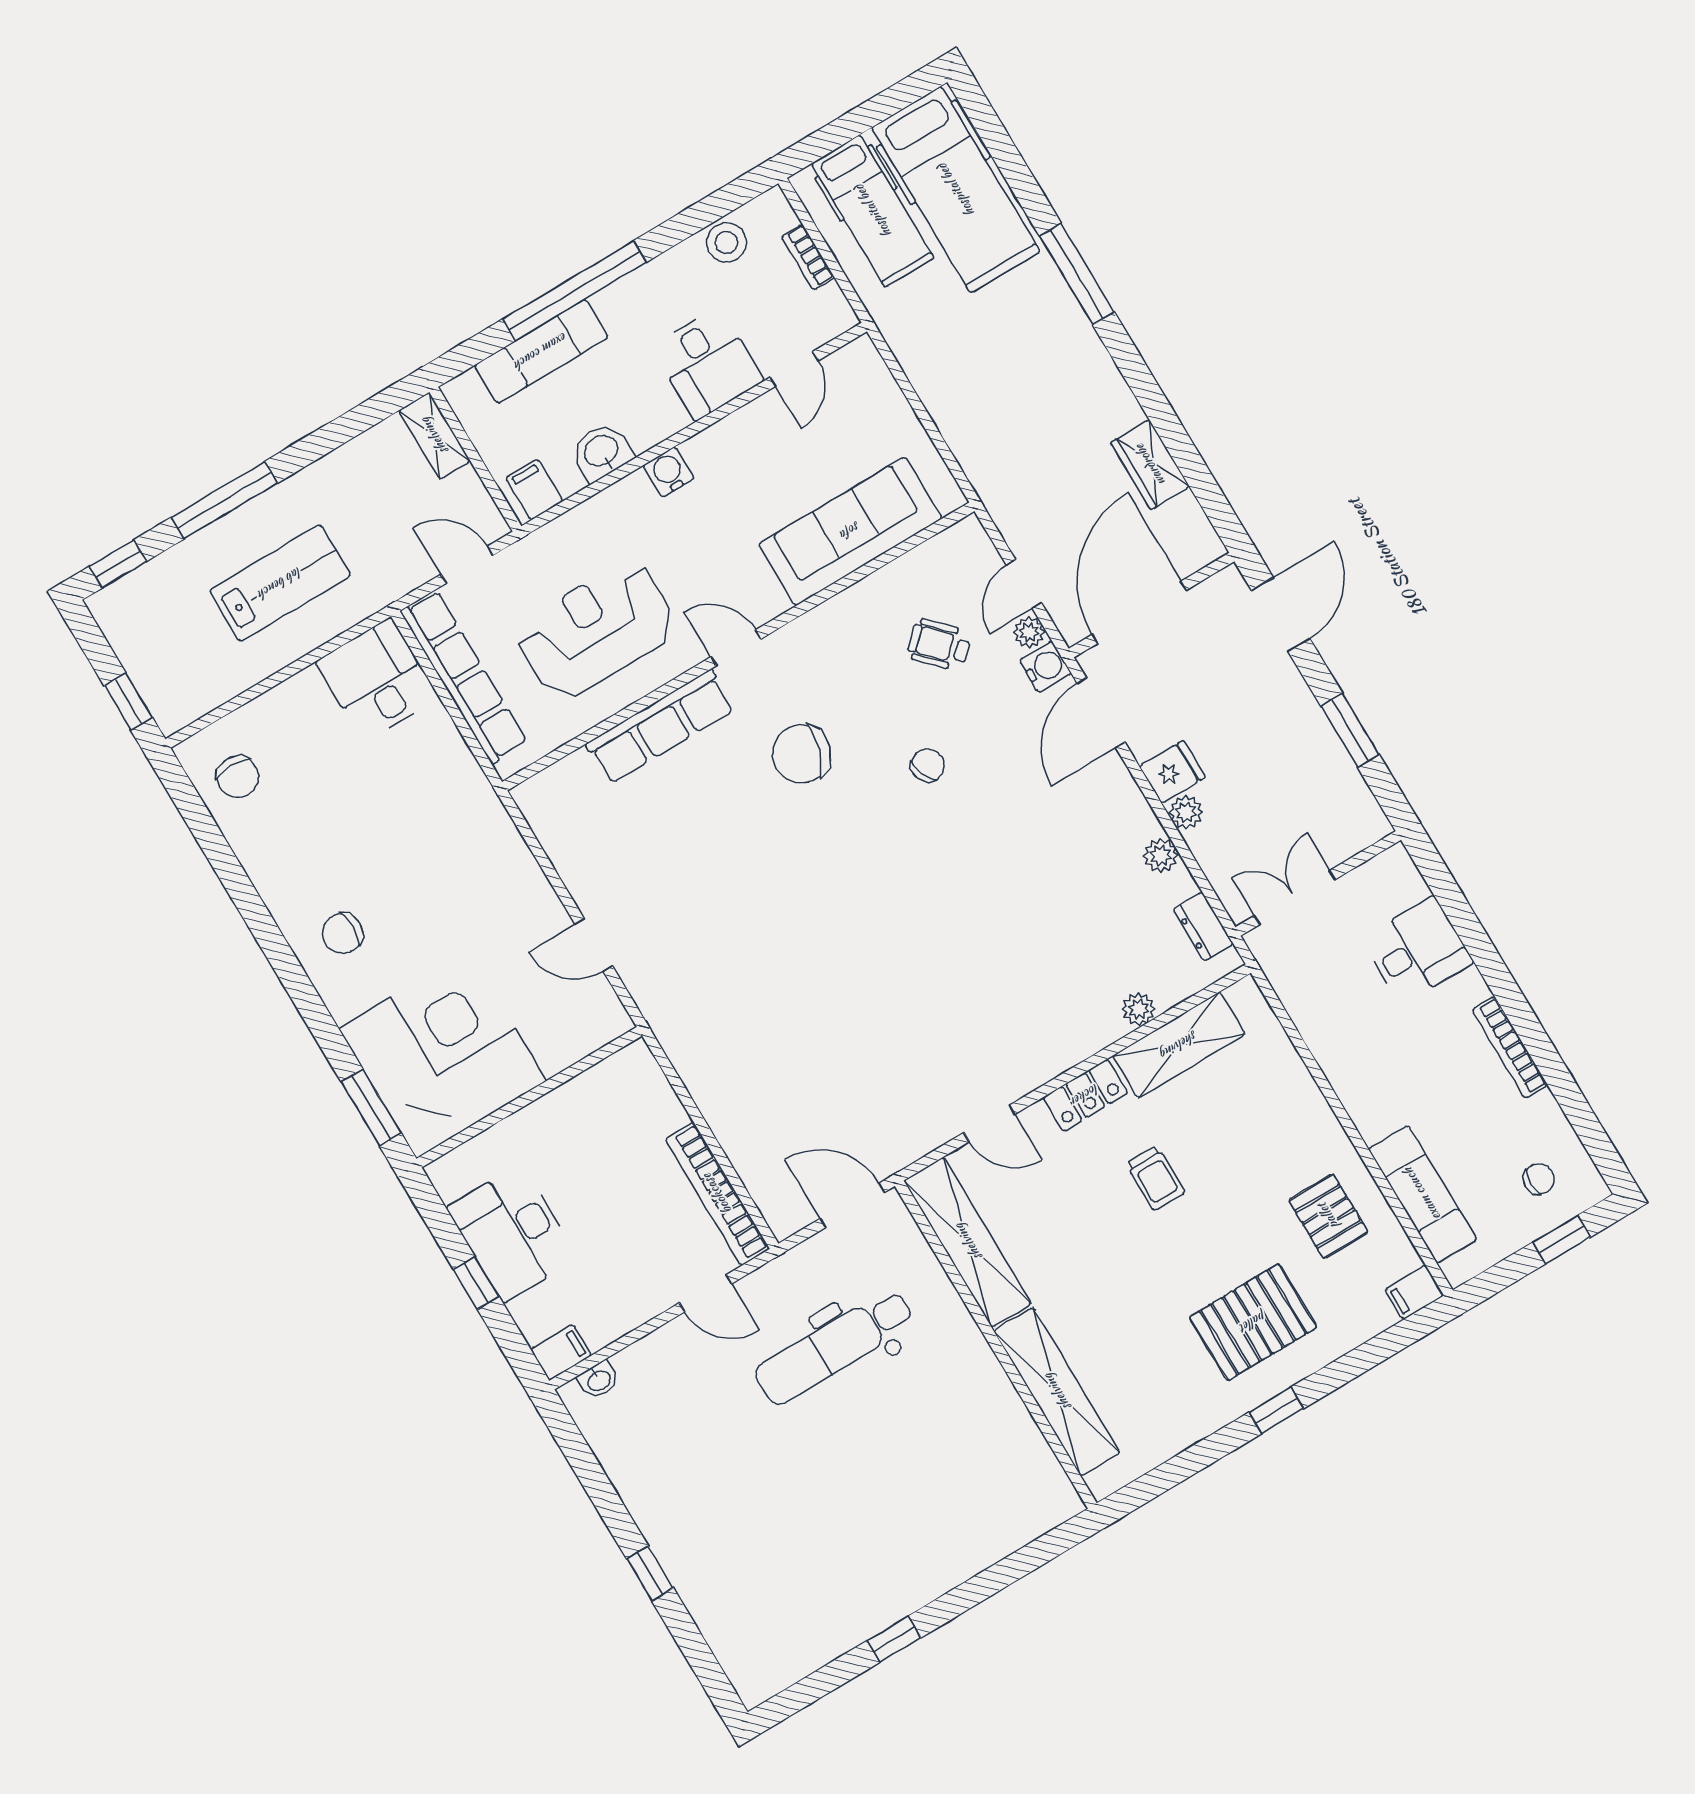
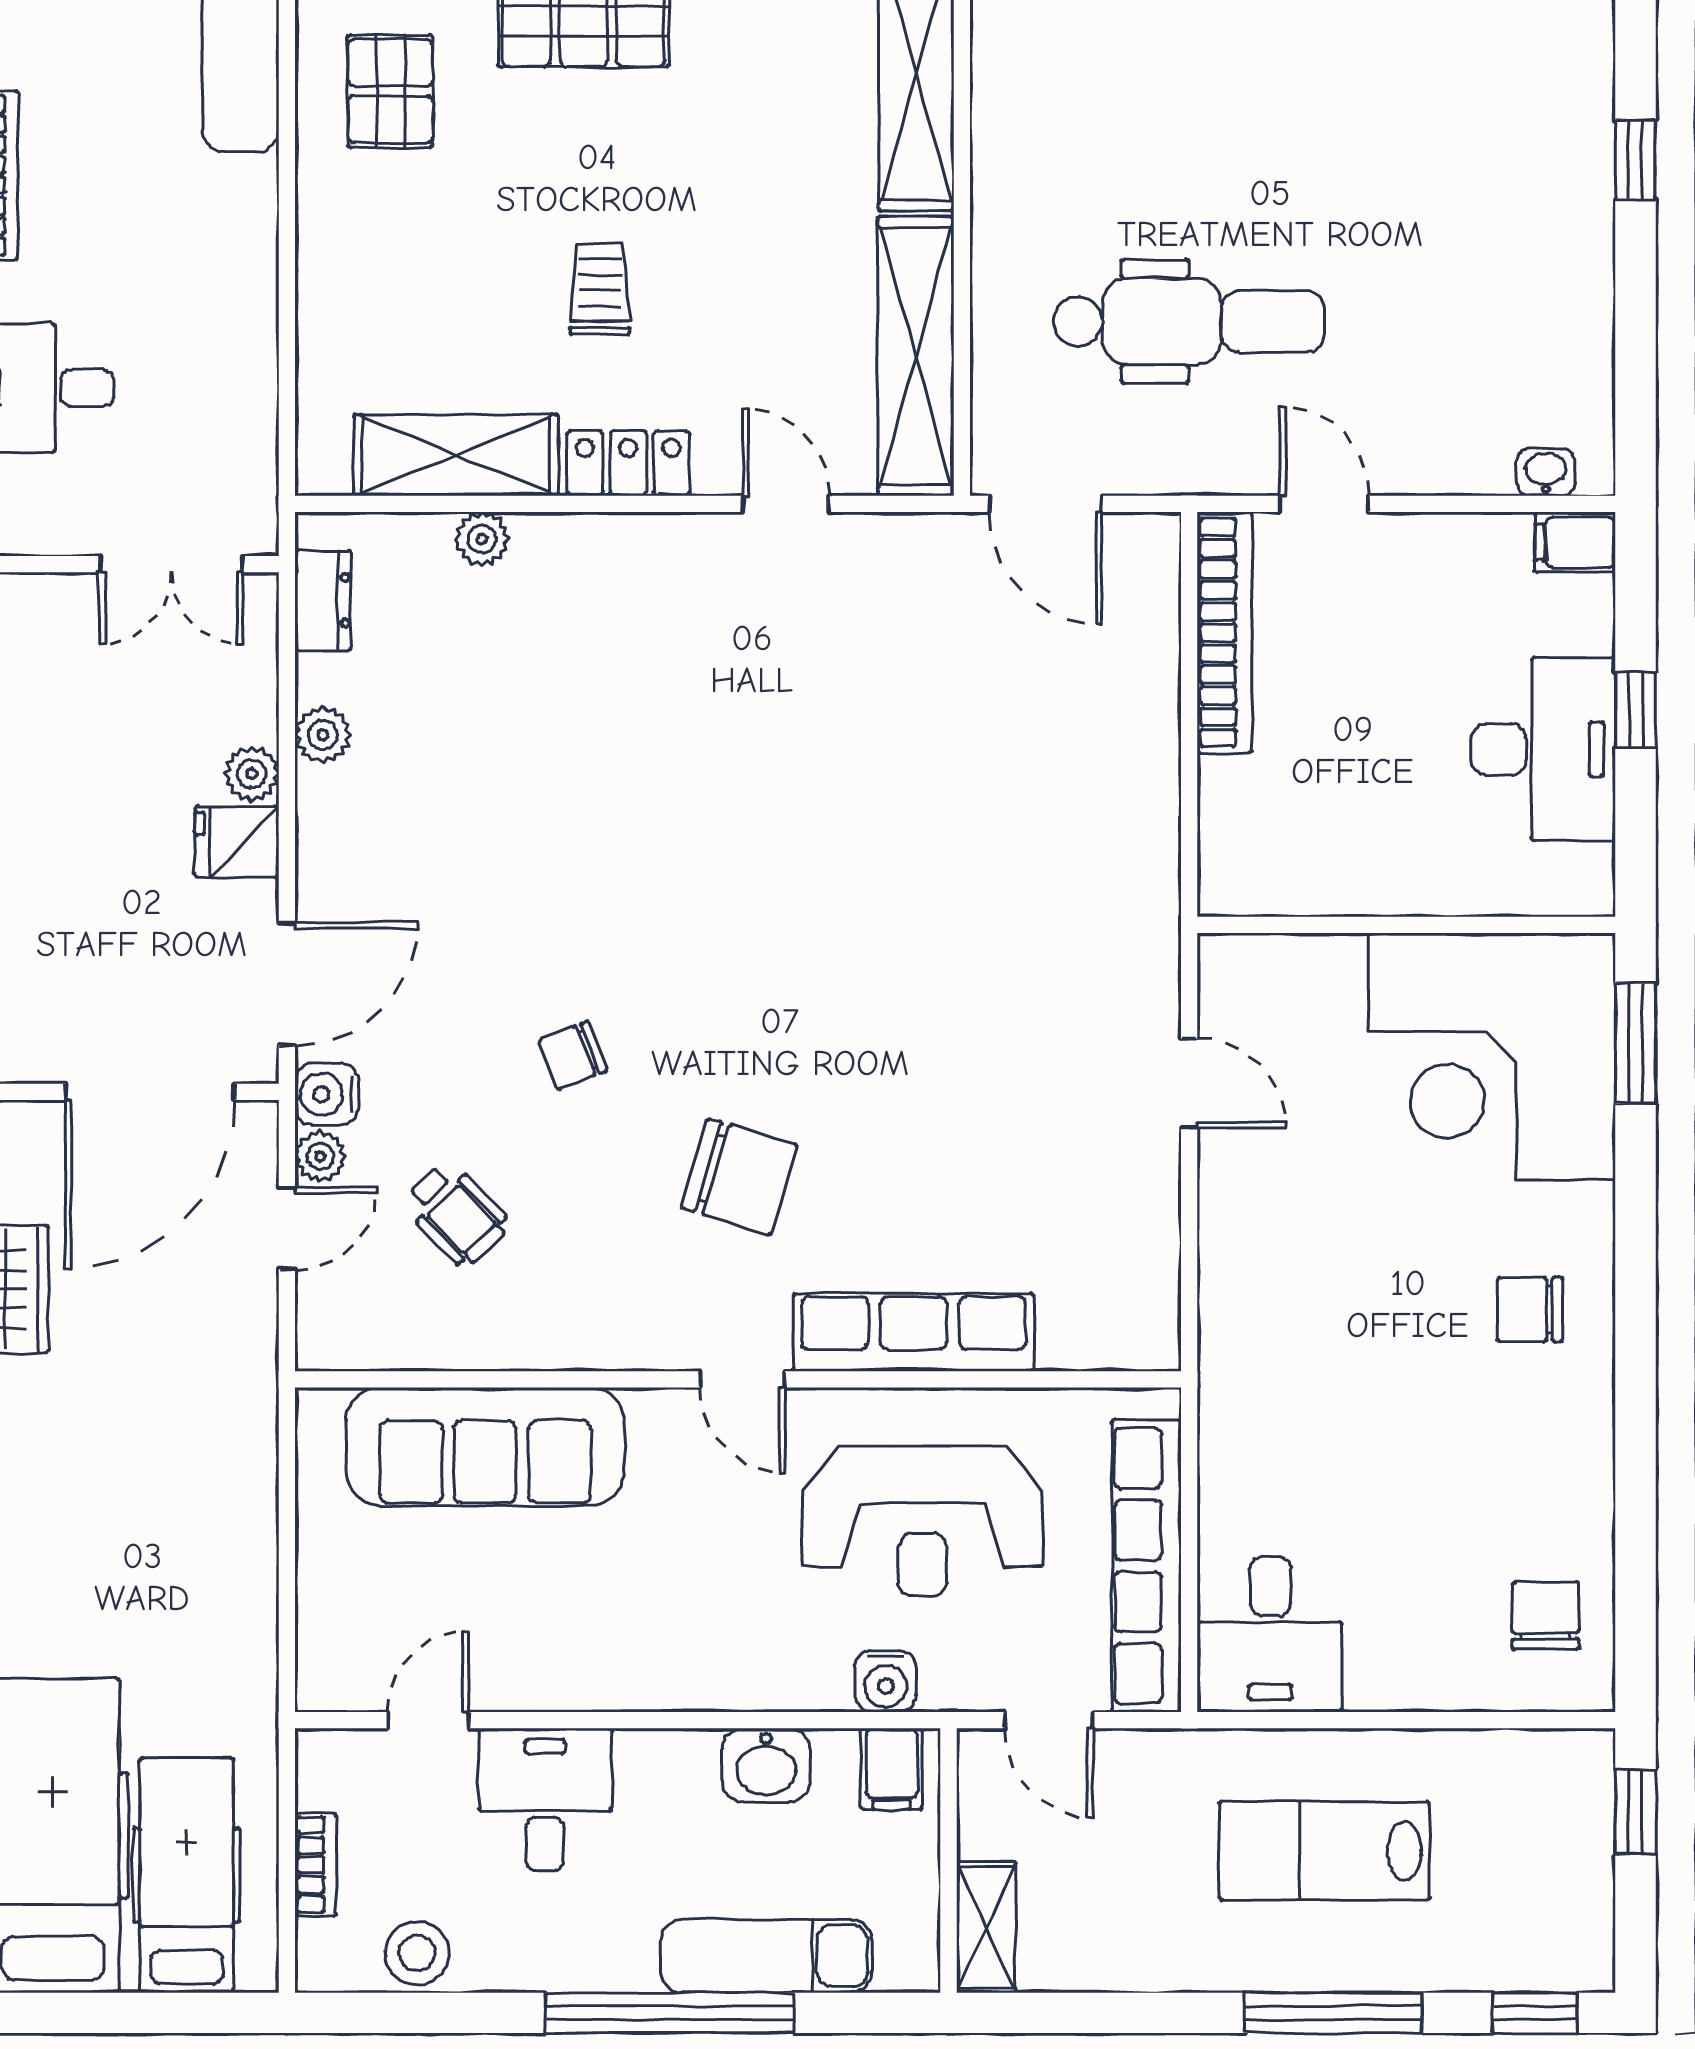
water cooler: (669, 472) -> (886, 1681), moved
chair: (342, 933) -> (1530, 1310), turned 180

